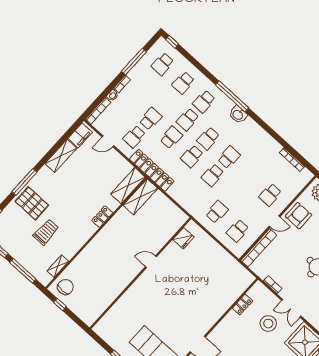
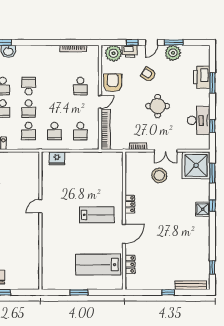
school desk: (196, 193) -> (29, 131), added
school desk: (217, 212) -> (55, 131), turned 180
fridge: (183, 238) -> (57, 158), moved, turned 90
locker: (243, 305) -> (130, 204), moved
lab bench: (190, 310) -> (97, 215), added

